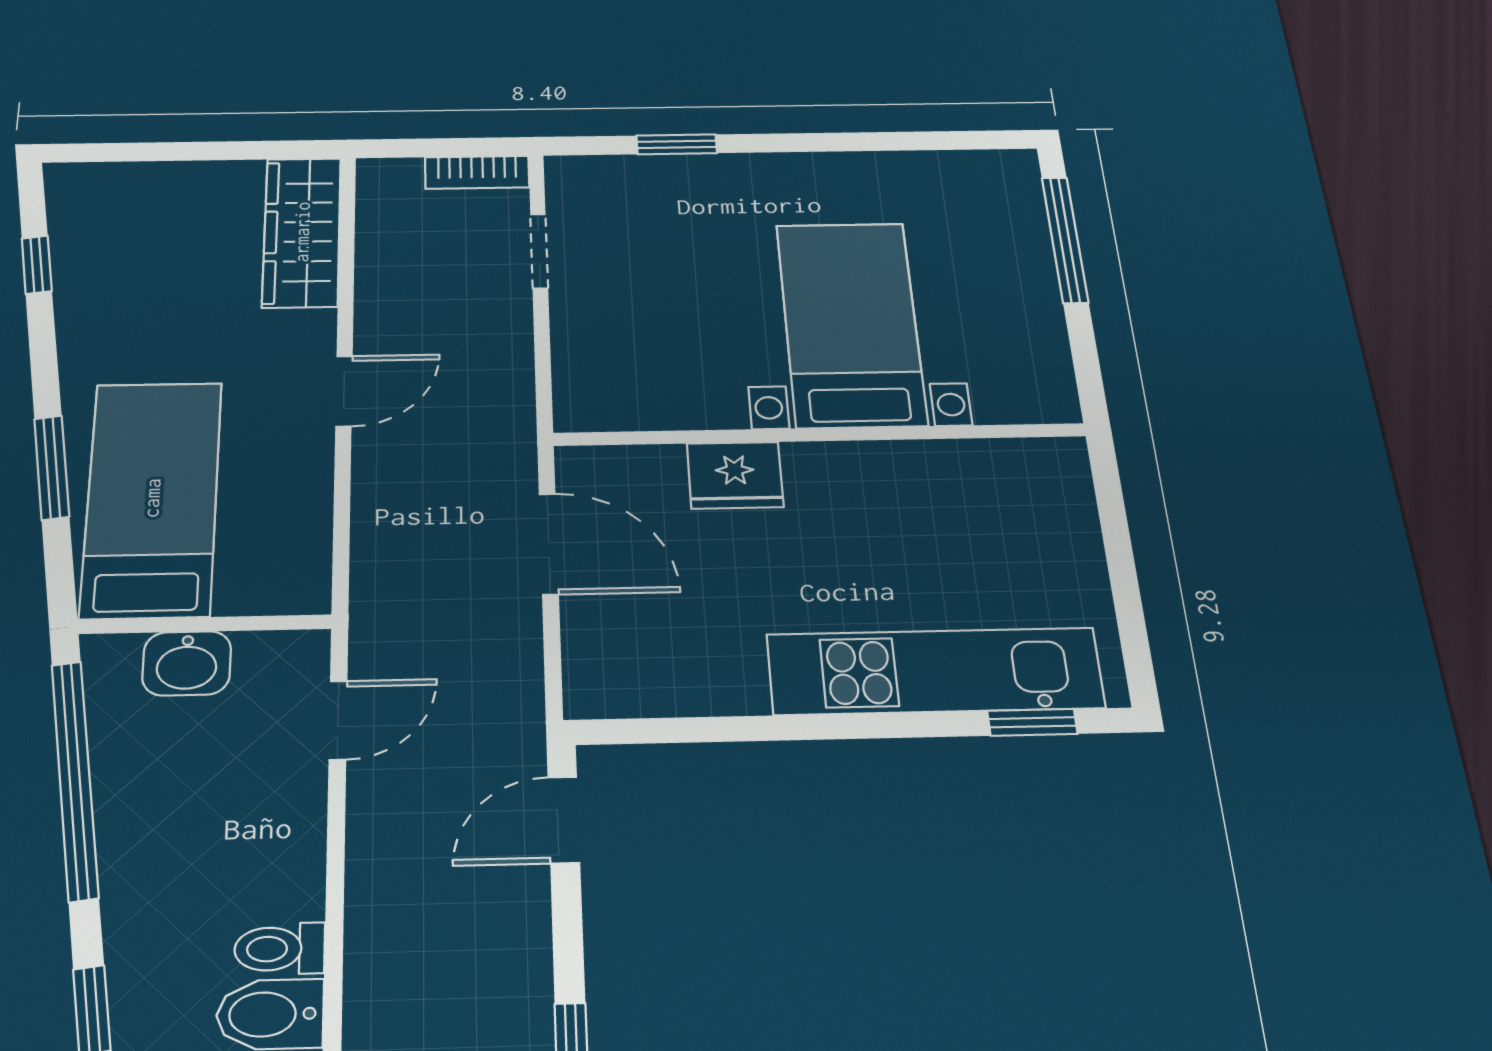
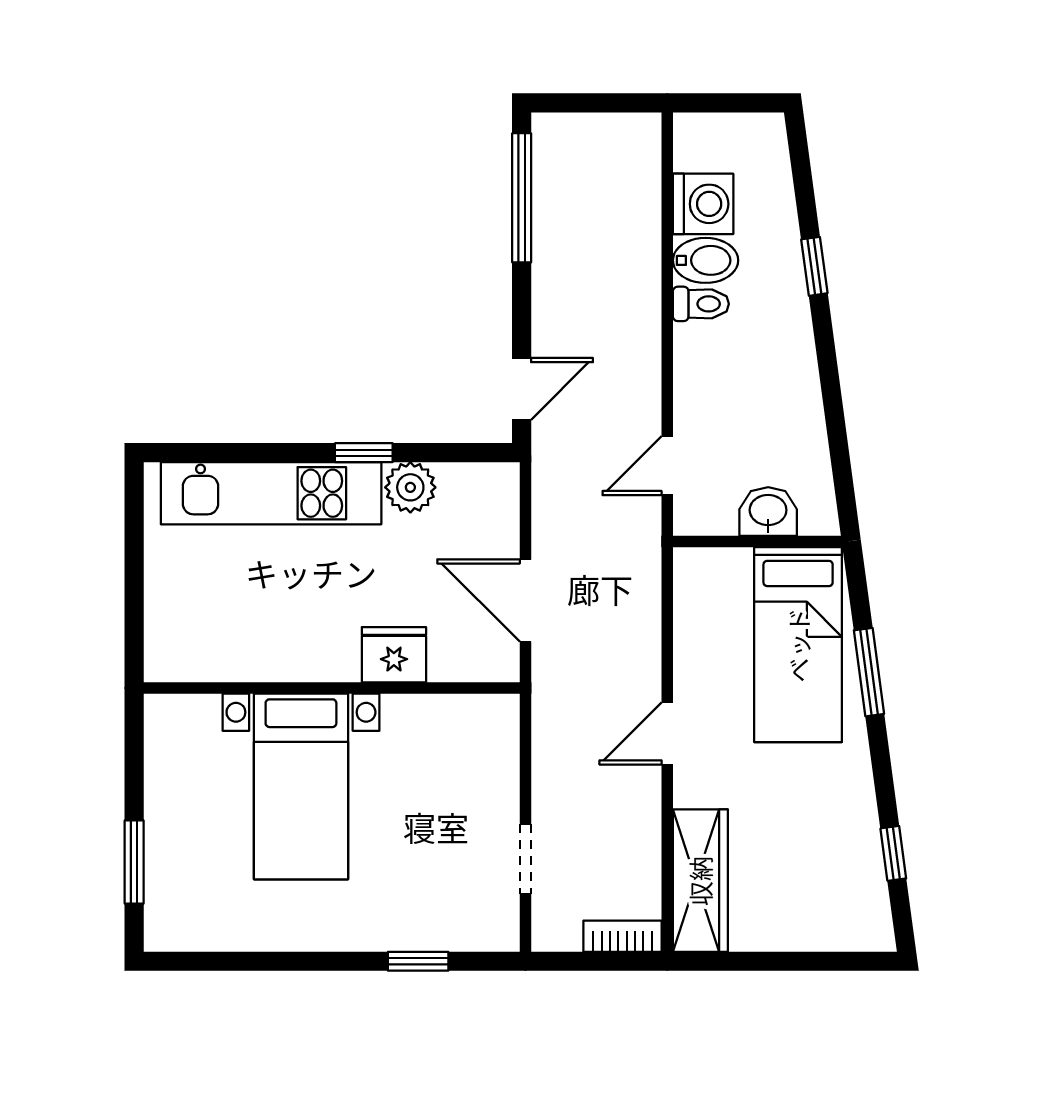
bookcase: (477, 172) -> (623, 936), moved
window: (1065, 240) -> (134, 862), width x0.69
plant: (727, 683) -> (410, 487), added
window: (1032, 722) -> (364, 453), moved
window: (75, 779) -> (836, 427), removed

